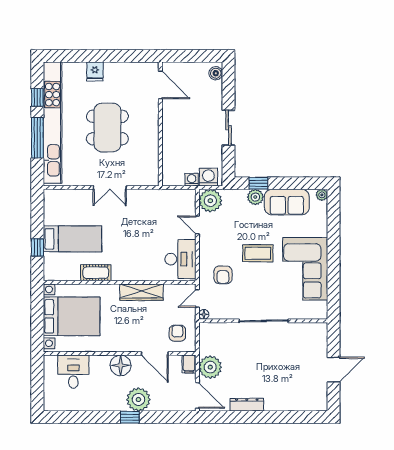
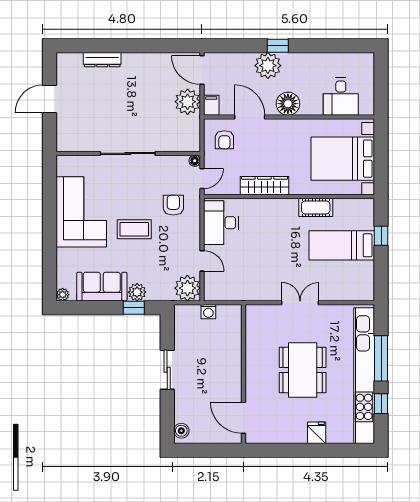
washing machine: (208, 177) -> (190, 314), removed
dresser: (247, 405) -> (102, 60), moved

